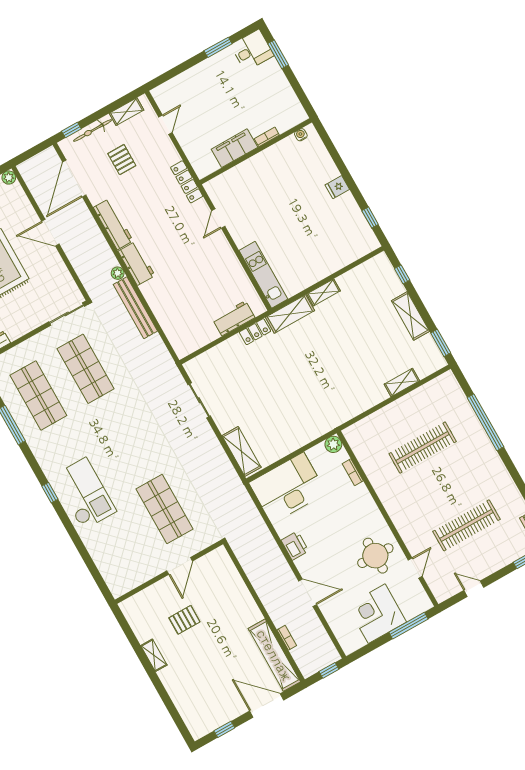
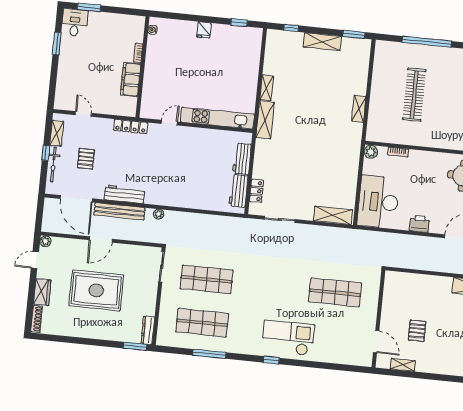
window: (71, 130) -> (46, 153), moved
pallet: (122, 160) -> (86, 159), turned 90
door: (218, 219) -> (169, 123), swing flipped
workbench: (137, 263) -> (238, 191), moved, turned -90
kitchen unit: (263, 275) -> (217, 118), width x1.36
bench: (135, 308) -> (120, 211), moved
locker: (255, 332) -> (257, 191), moved
shelving: (402, 382) -> (359, 109), moved
door: (180, 566) -> (376, 342), moved
shelving: (154, 655) -> (403, 365), moved

